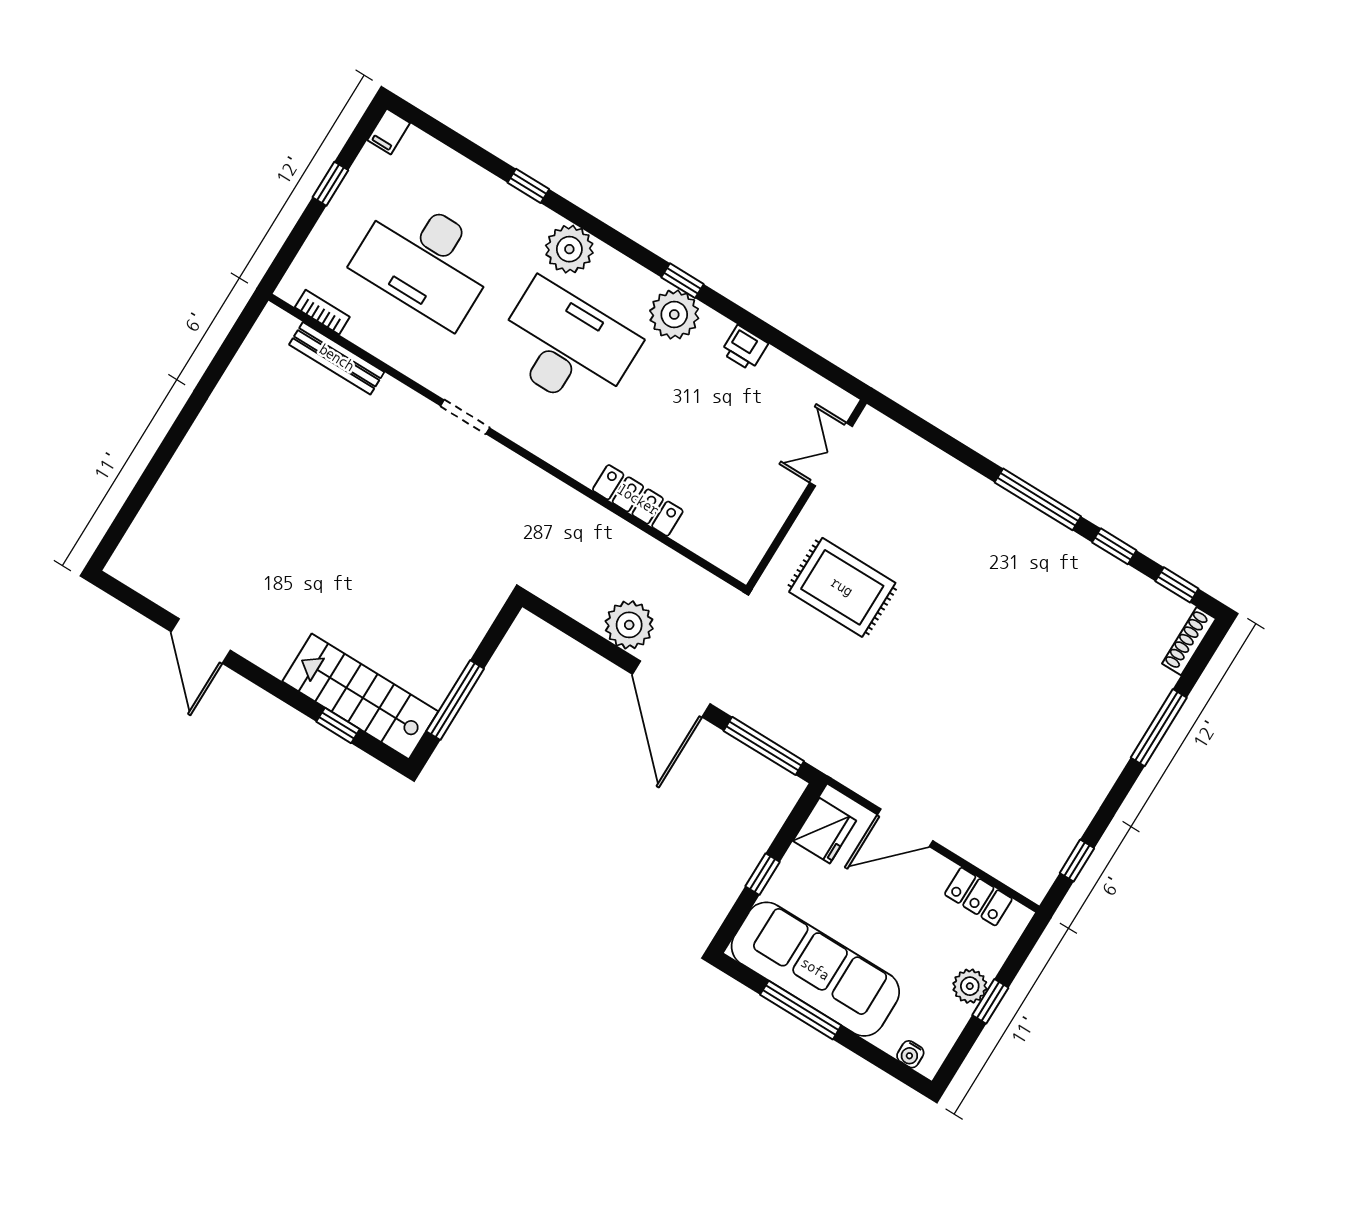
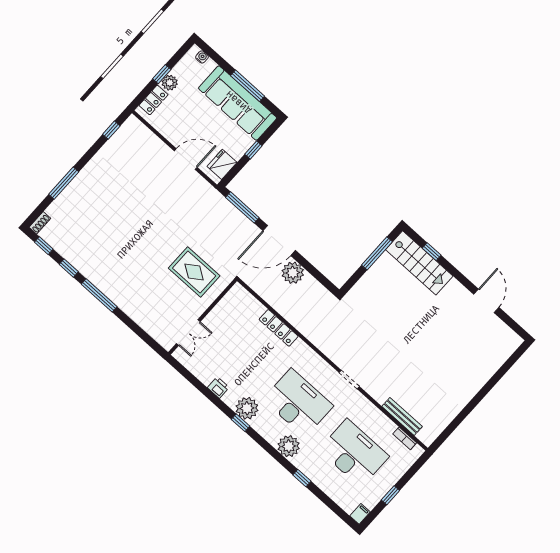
desk: (566, 347) -> (298, 403), turned 180
shoe rack: (1189, 641) -> (40, 223), width x0.70
door: (671, 689) -> (279, 241), swing flipped
locker: (978, 897) -> (154, 100), moved, turned 90

